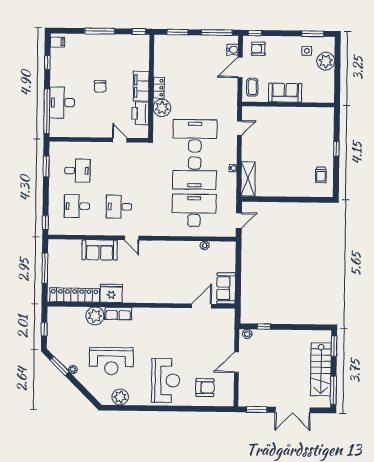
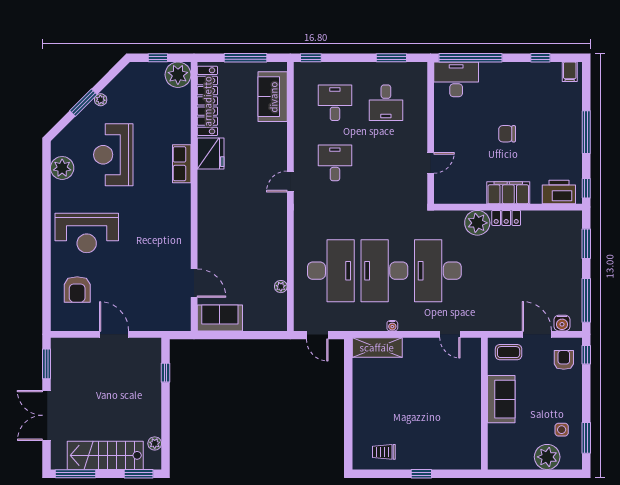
desk: (62, 103) -> (456, 79), moved
printer: (140, 113) -> (559, 192), moved
desk: (195, 136) -> (438, 271), turned 180
sofa: (100, 250) -> (273, 97), moved
plant: (95, 316) -> (178, 75), moved
plant: (247, 334) -> (155, 443), moved
window: (60, 366) -> (83, 103), moved

